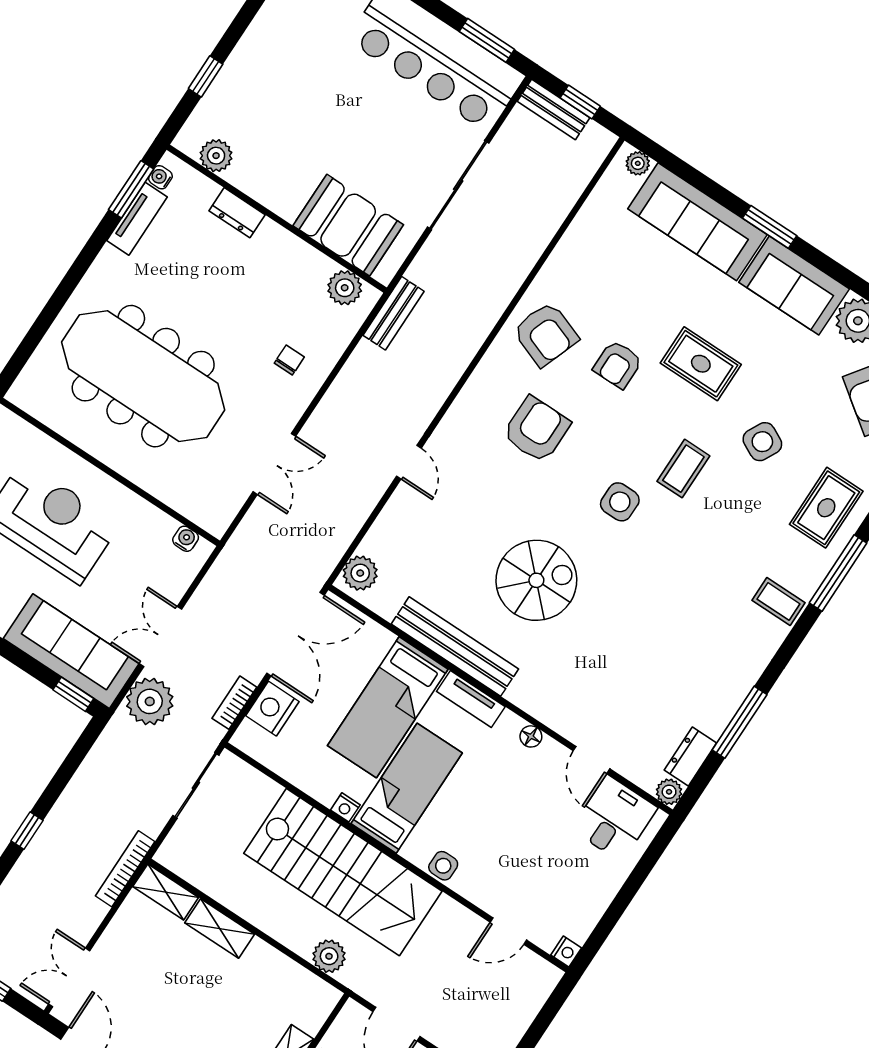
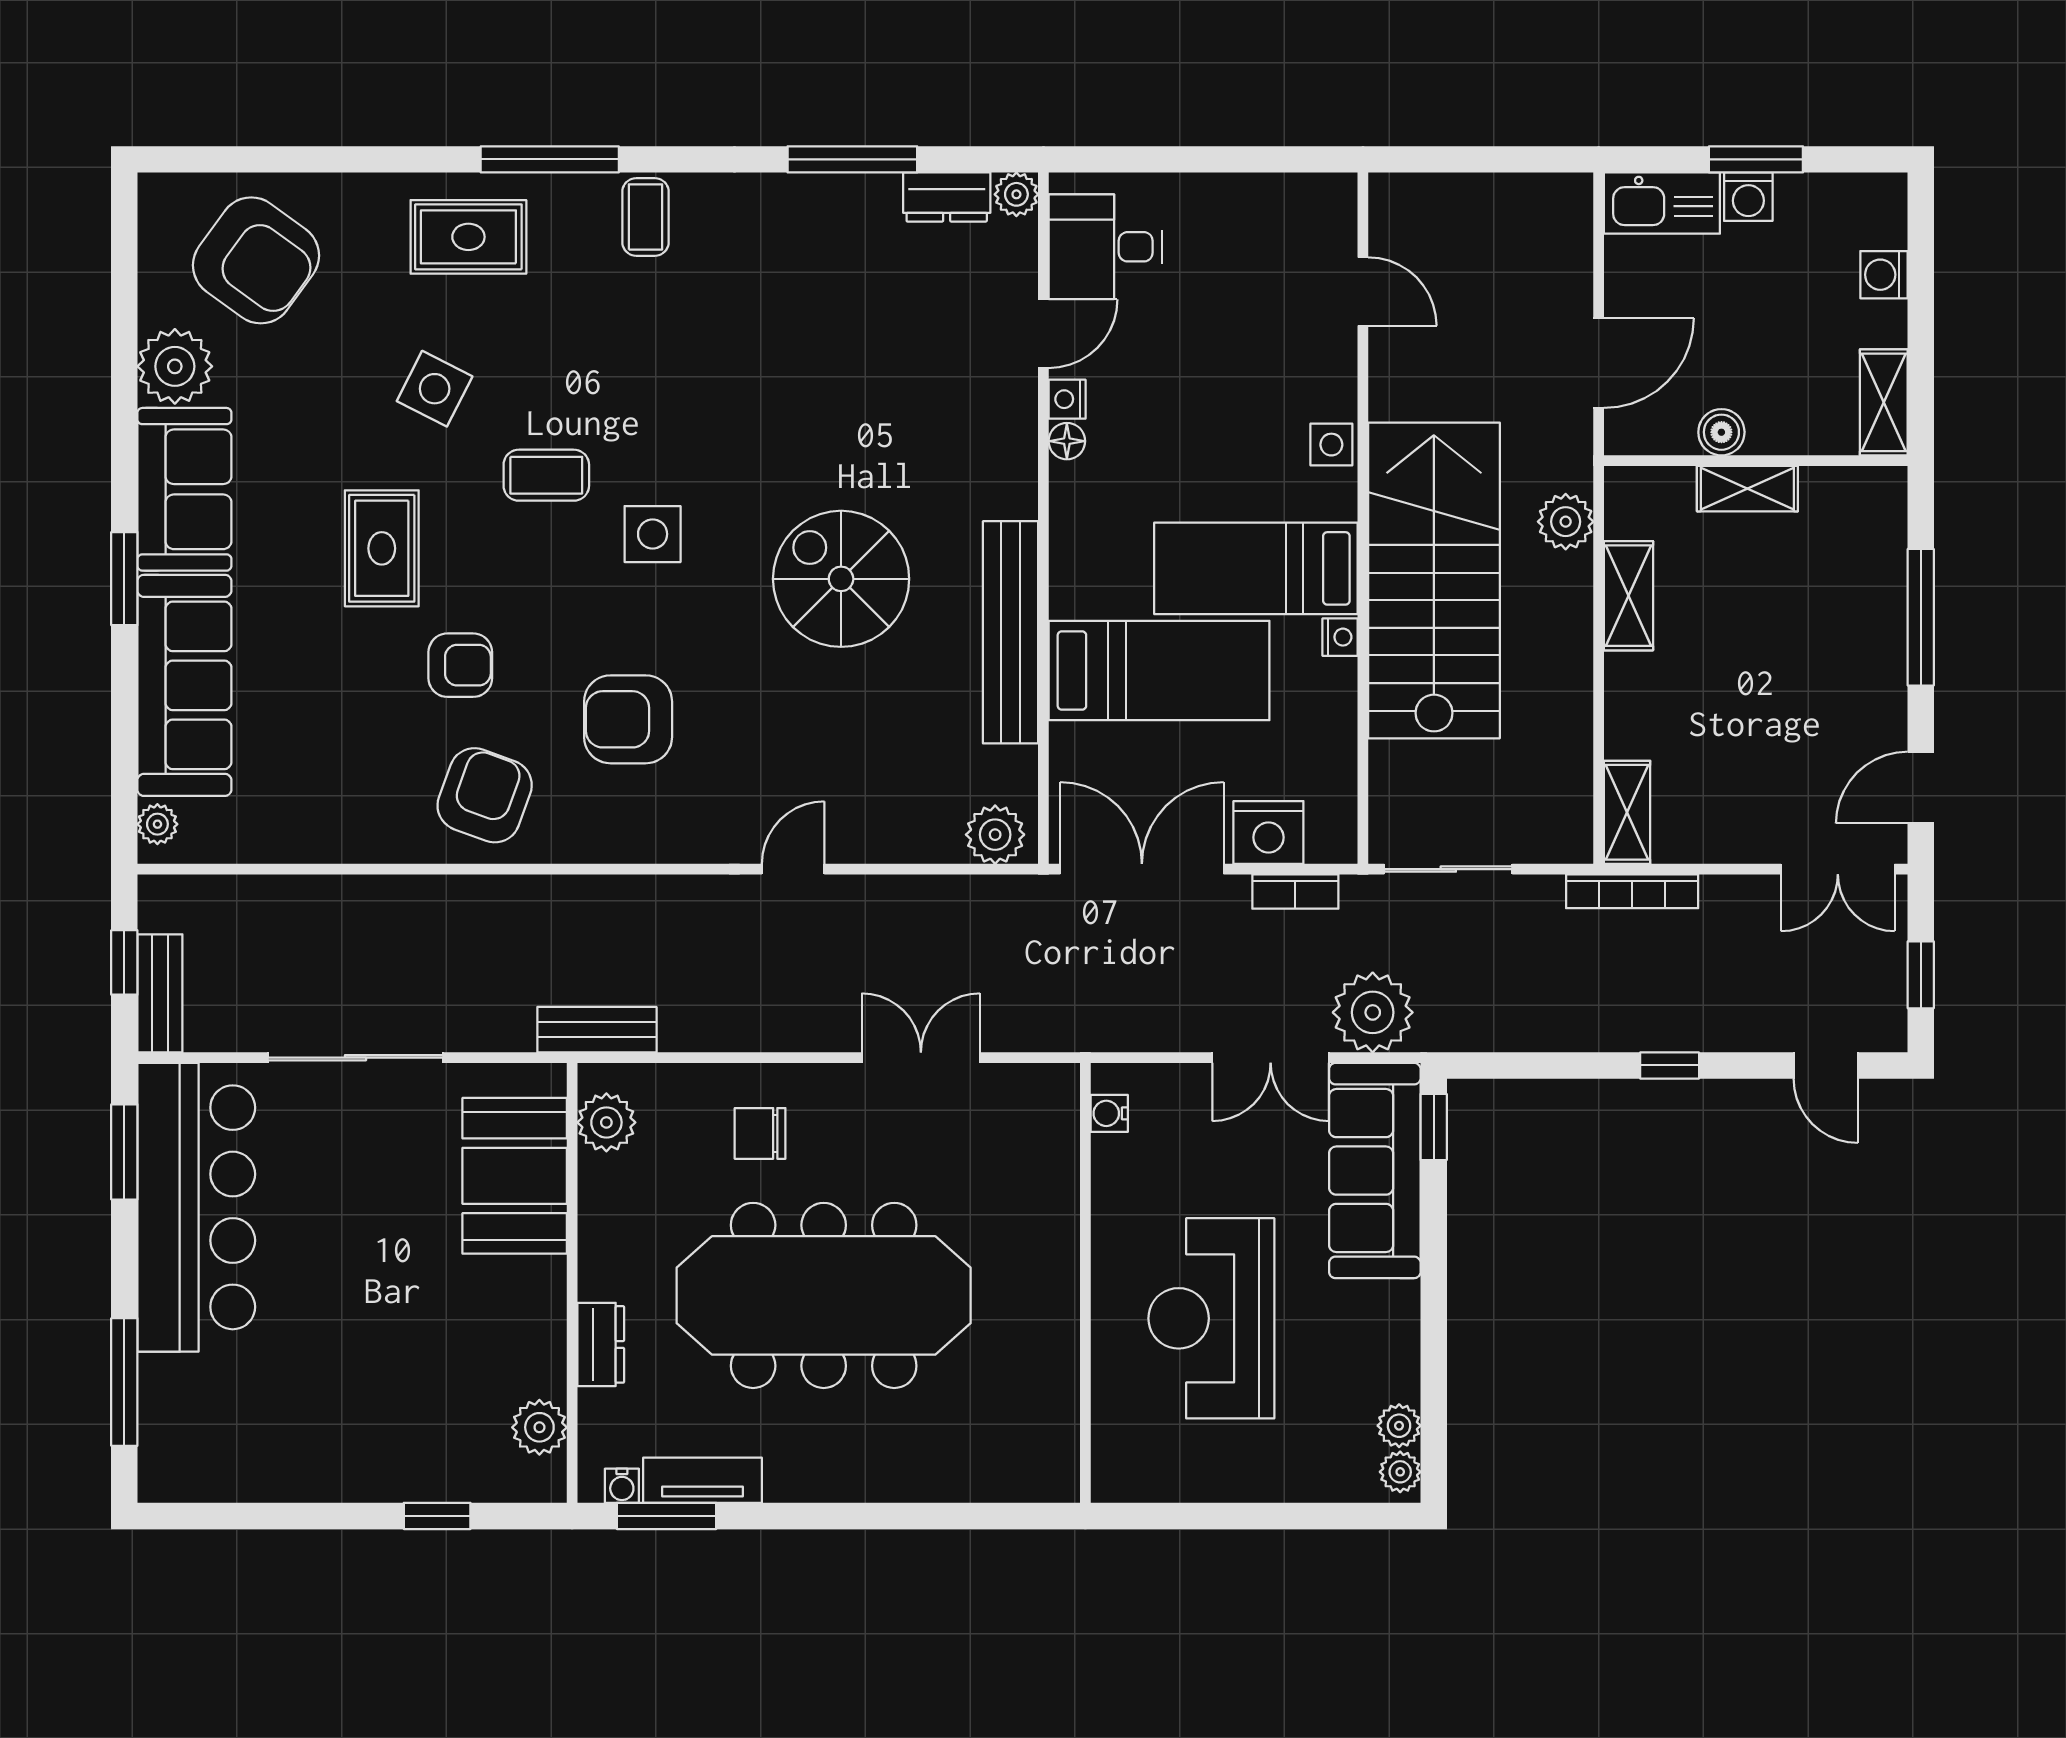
chair: (289, 360) -> (760, 1133), width x1.37, depth x1.37
meeting table: (143, 376) -> (824, 1295), moved, turned 90
tv unit: (471, 699) -> (1070, 561), removed
shelving: (220, 929) -> (1628, 596), moved
nightstand: (566, 952) -> (1067, 399), moved, turned -90

